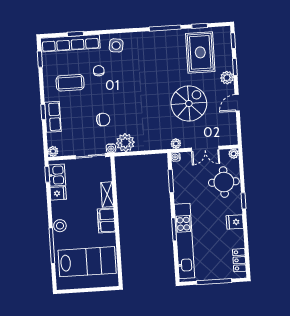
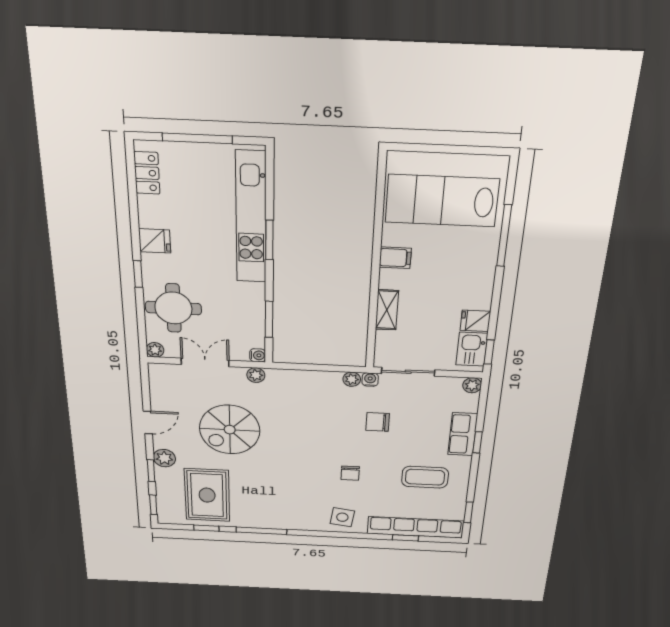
chair: (99, 71) -> (350, 473), moved
plant: (125, 143) -> (352, 379), width x0.53, depth x0.53
filing cabinet: (106, 220) -> (395, 258), width x0.50
stool: (60, 226) -> (482, 268), removed

